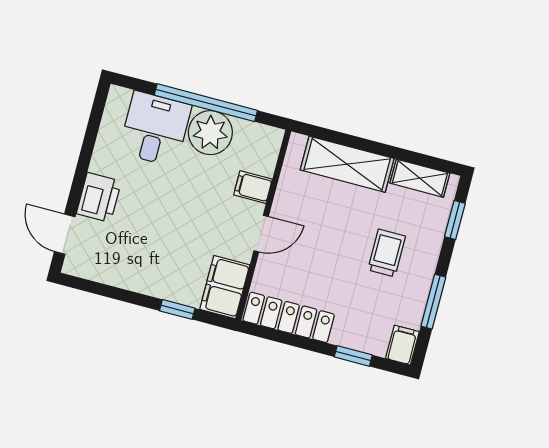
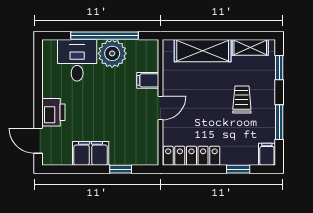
filing cabinet: (225, 287) -> (91, 153), moved, turned 90

